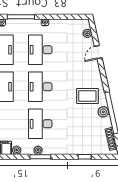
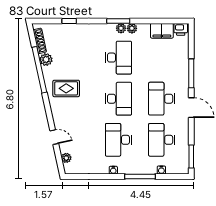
desk: (40, 50) -> (118, 140), turned 180
door: (98, 52) -> (54, 137), hinge flipped
plant: (103, 112) -> (46, 60), moved
plant: (17, 150) -> (132, 28), moved

